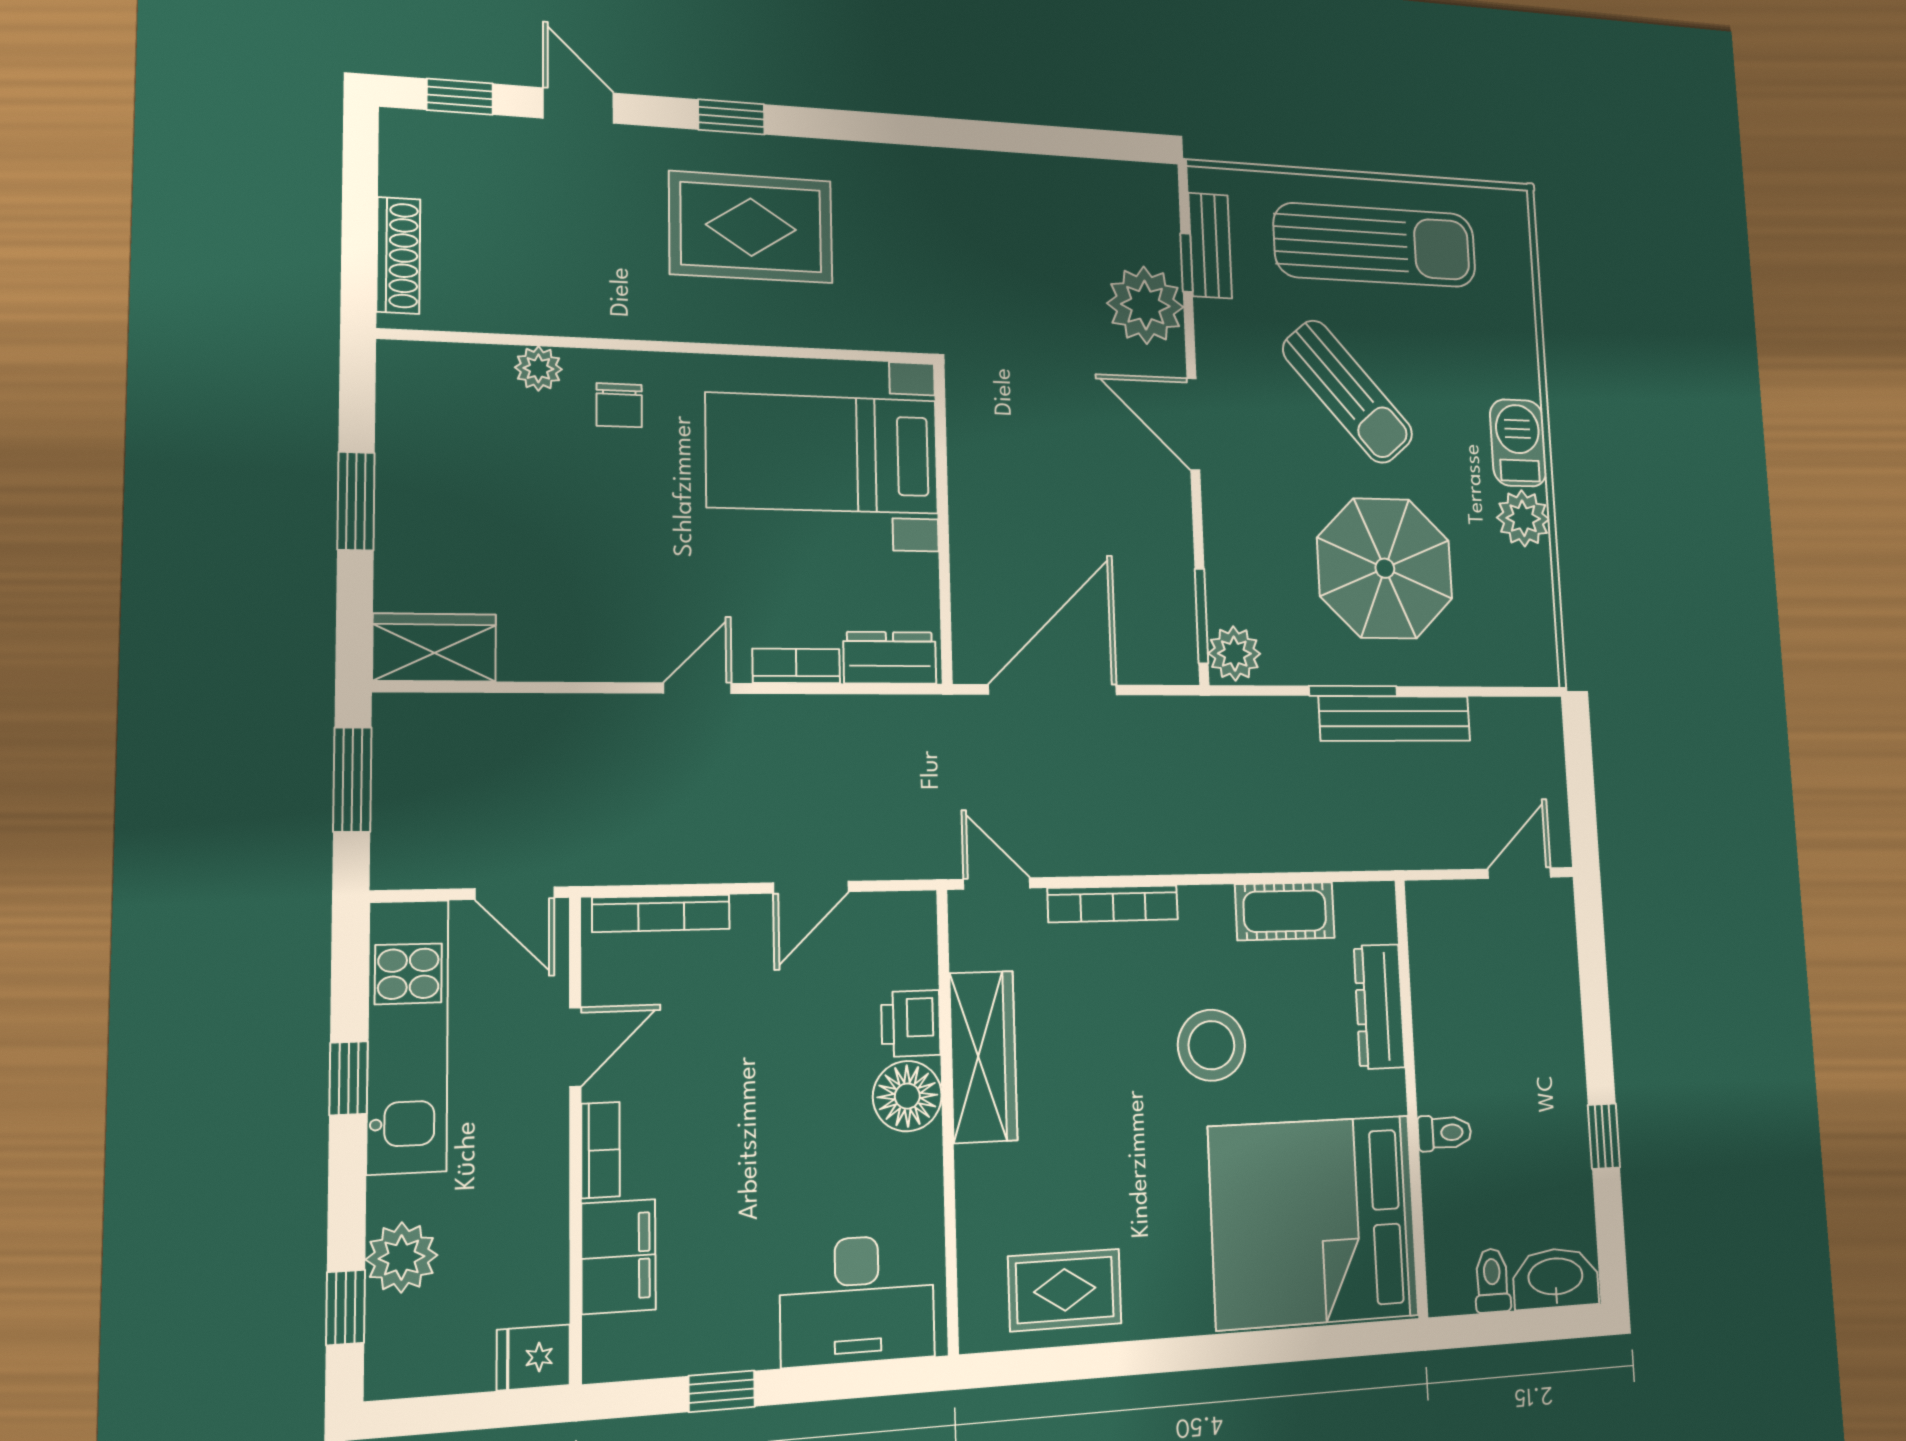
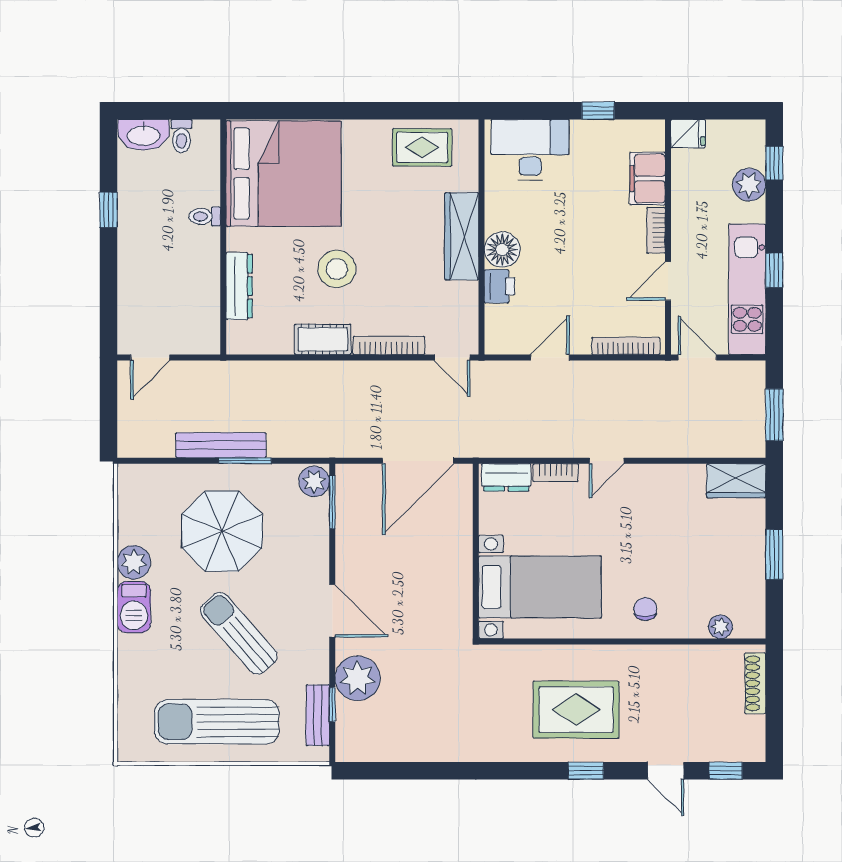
plant: (538, 368) -> (720, 627), moved
cot: (1285, 911) -> (323, 339), moved
wardrobe: (983, 1057) -> (462, 236), moved

